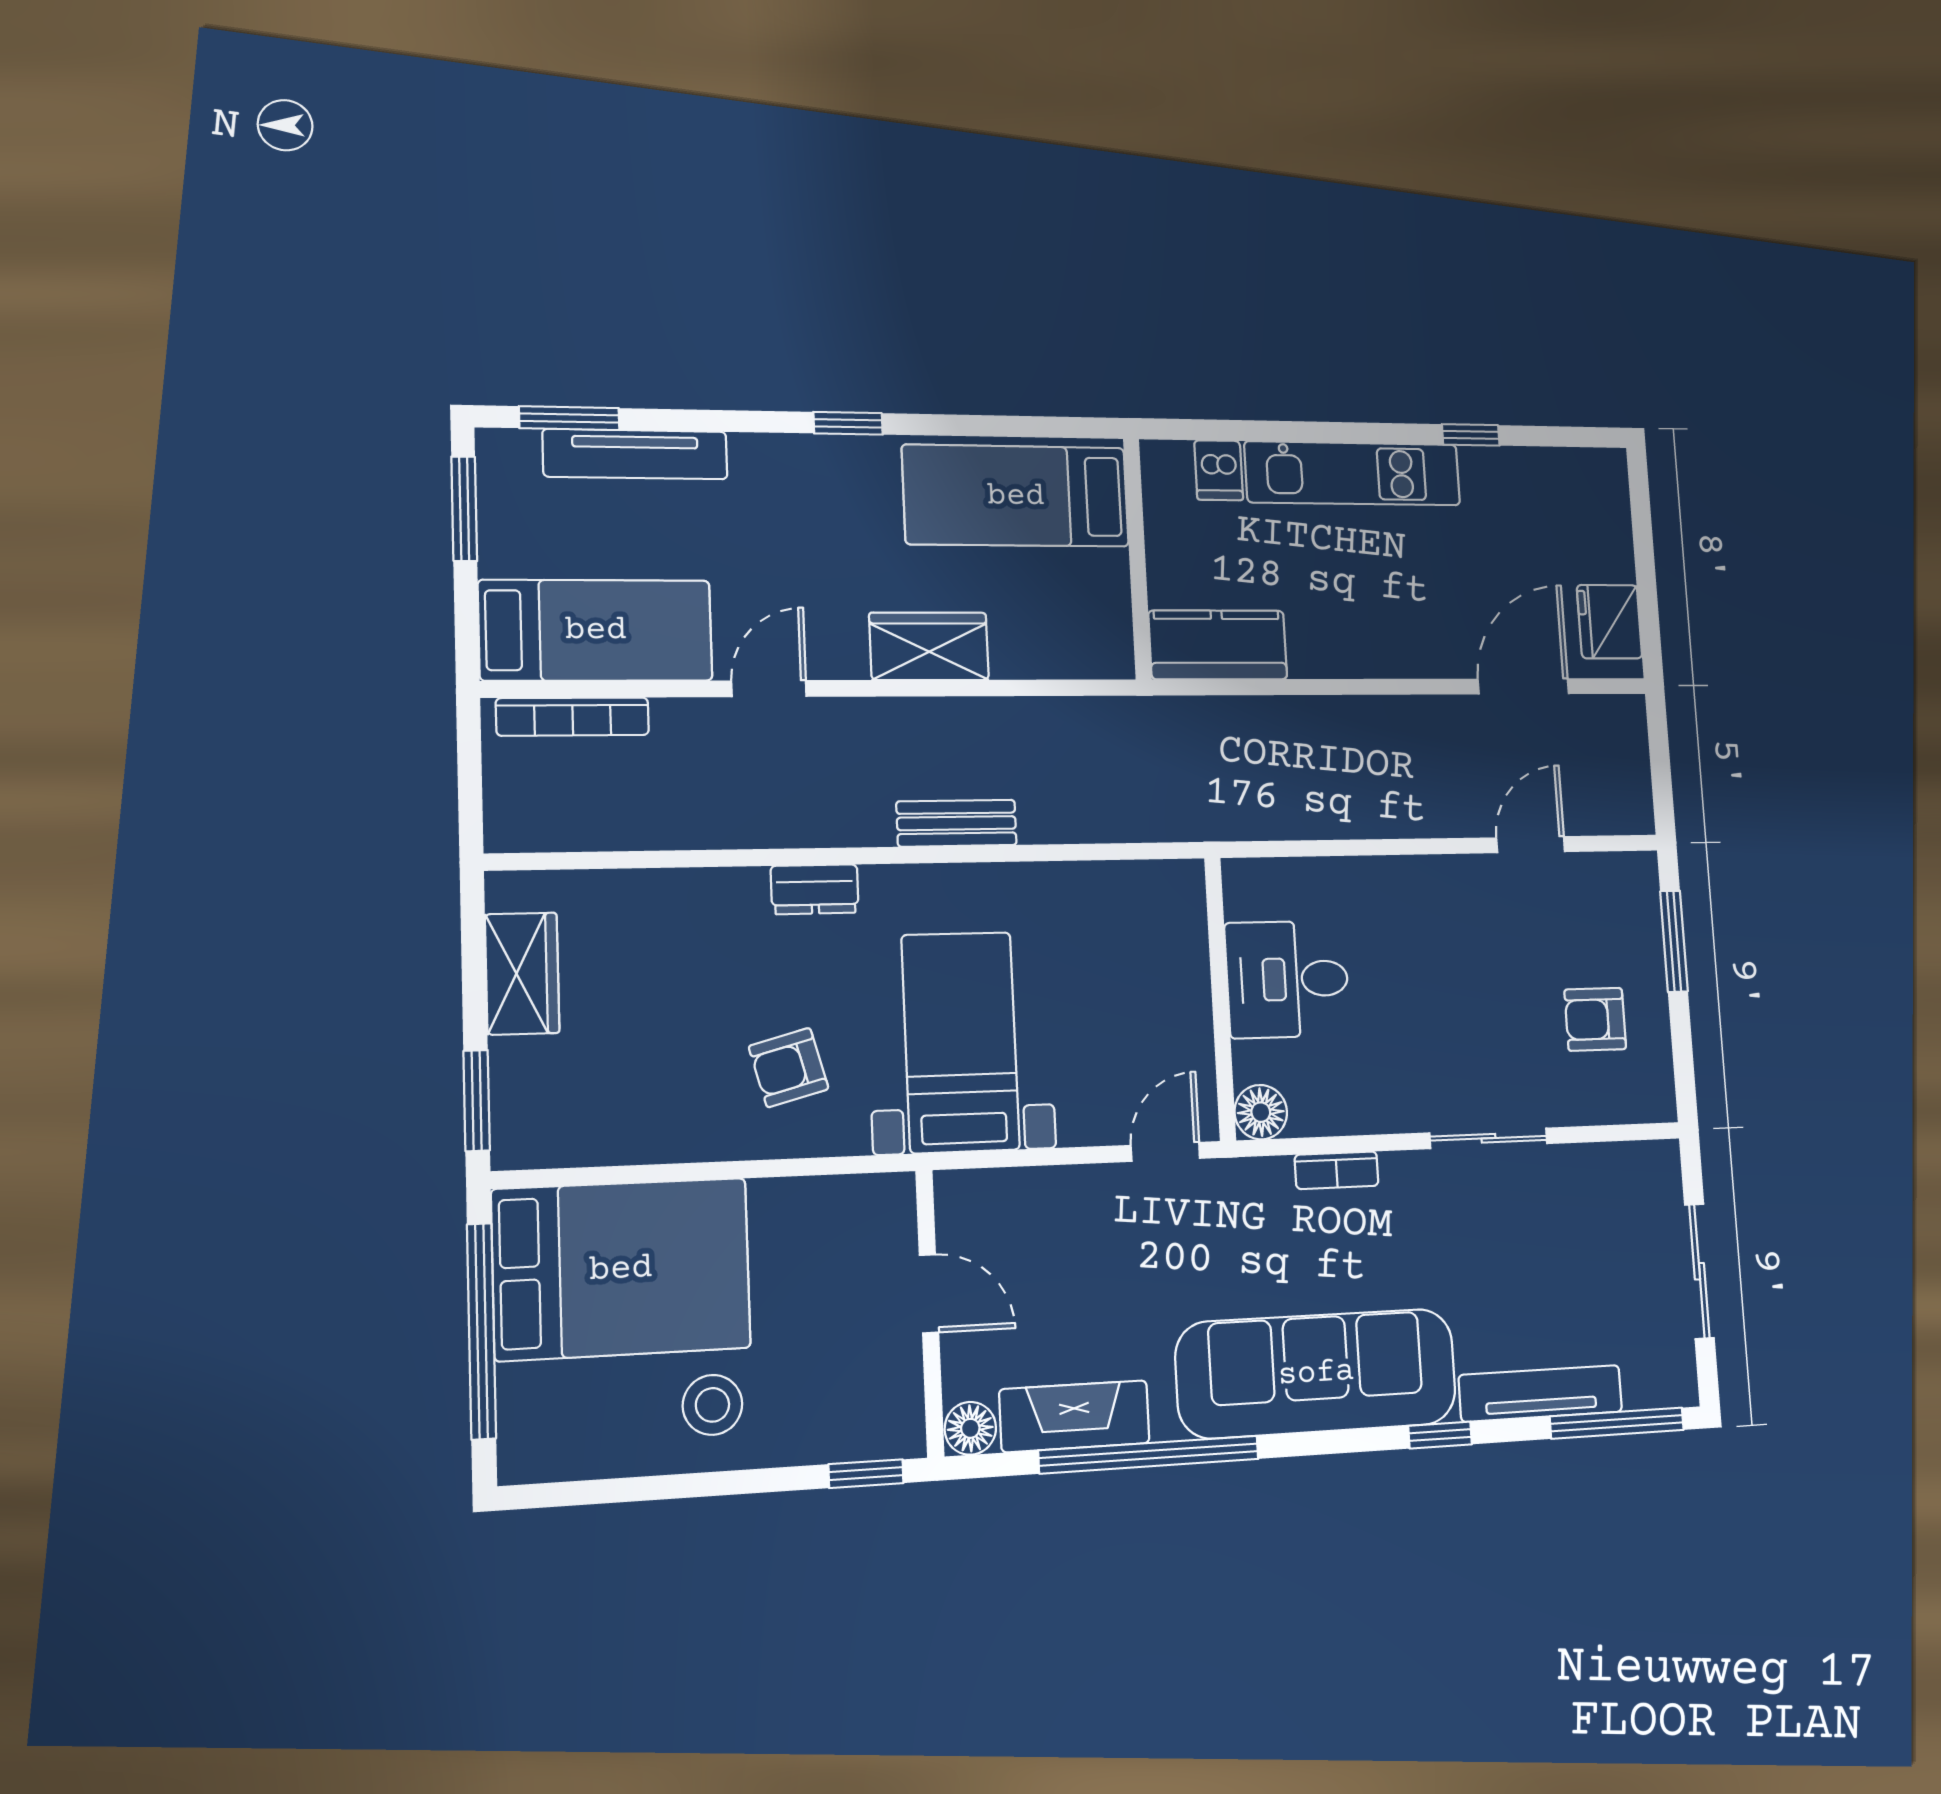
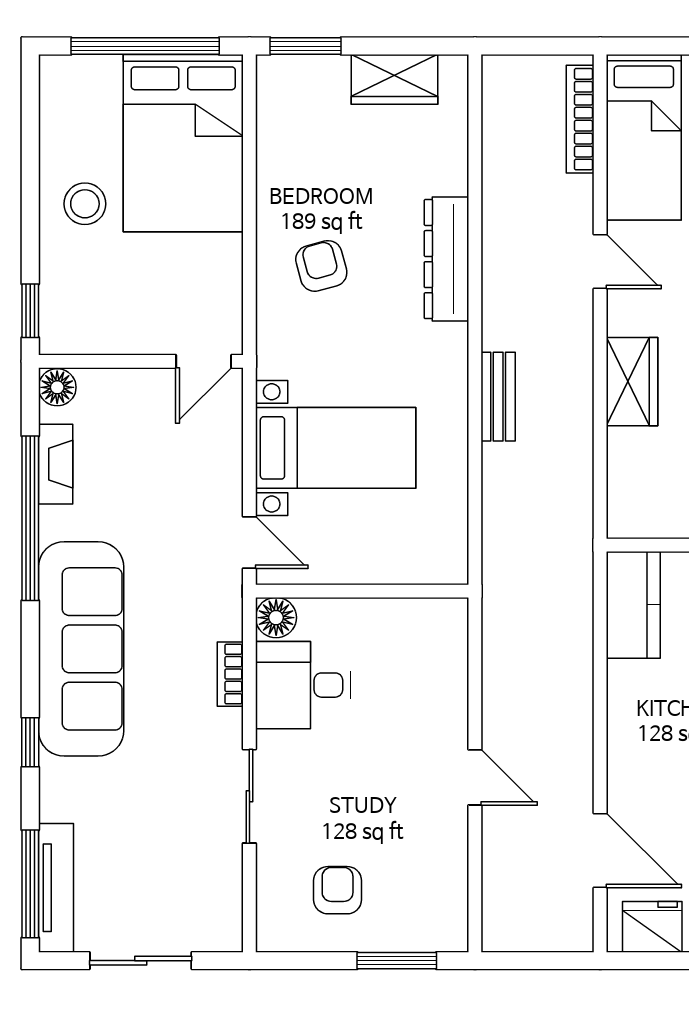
door: (1531, 845) -> (475, 777), moved
dresser: (815, 889) -> (447, 259), width x1.96, depth x1.24
desk: (1287, 979) -> (303, 685), moved, turned -90
bed with nightstands: (961, 1042) -> (336, 448), moved
door: (929, 1294) -> (204, 361), moved
tv unit: (1541, 1393) -> (56, 888), moved
fireplace: (1074, 1416) -> (56, 464), width x0.73, depth x0.76

